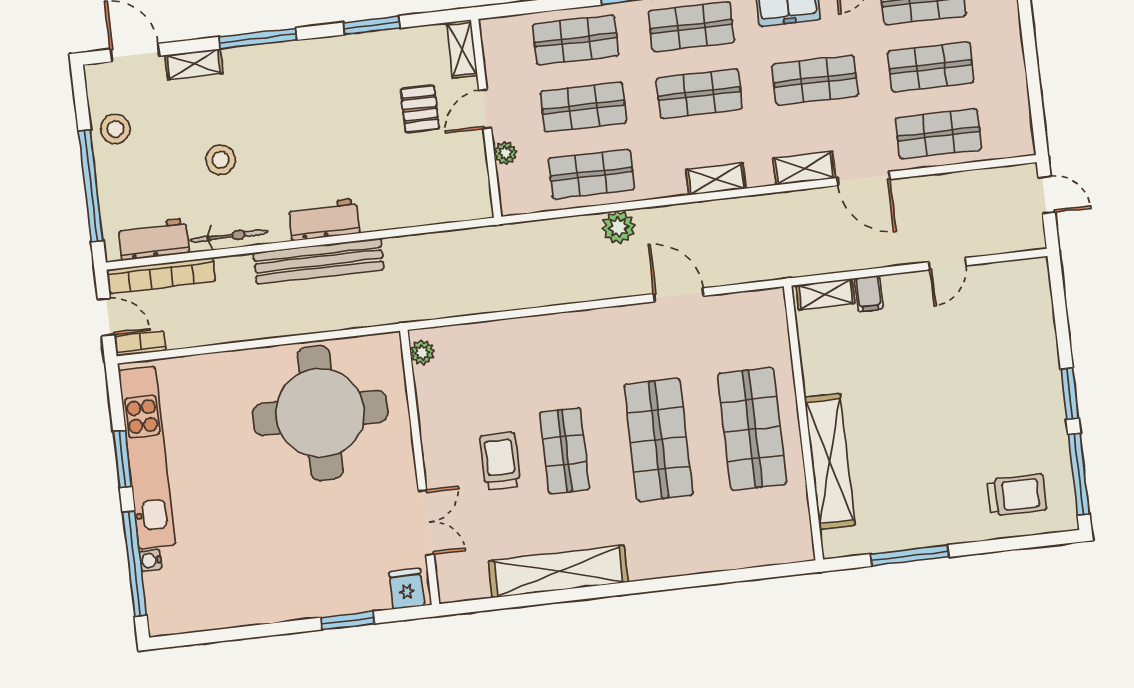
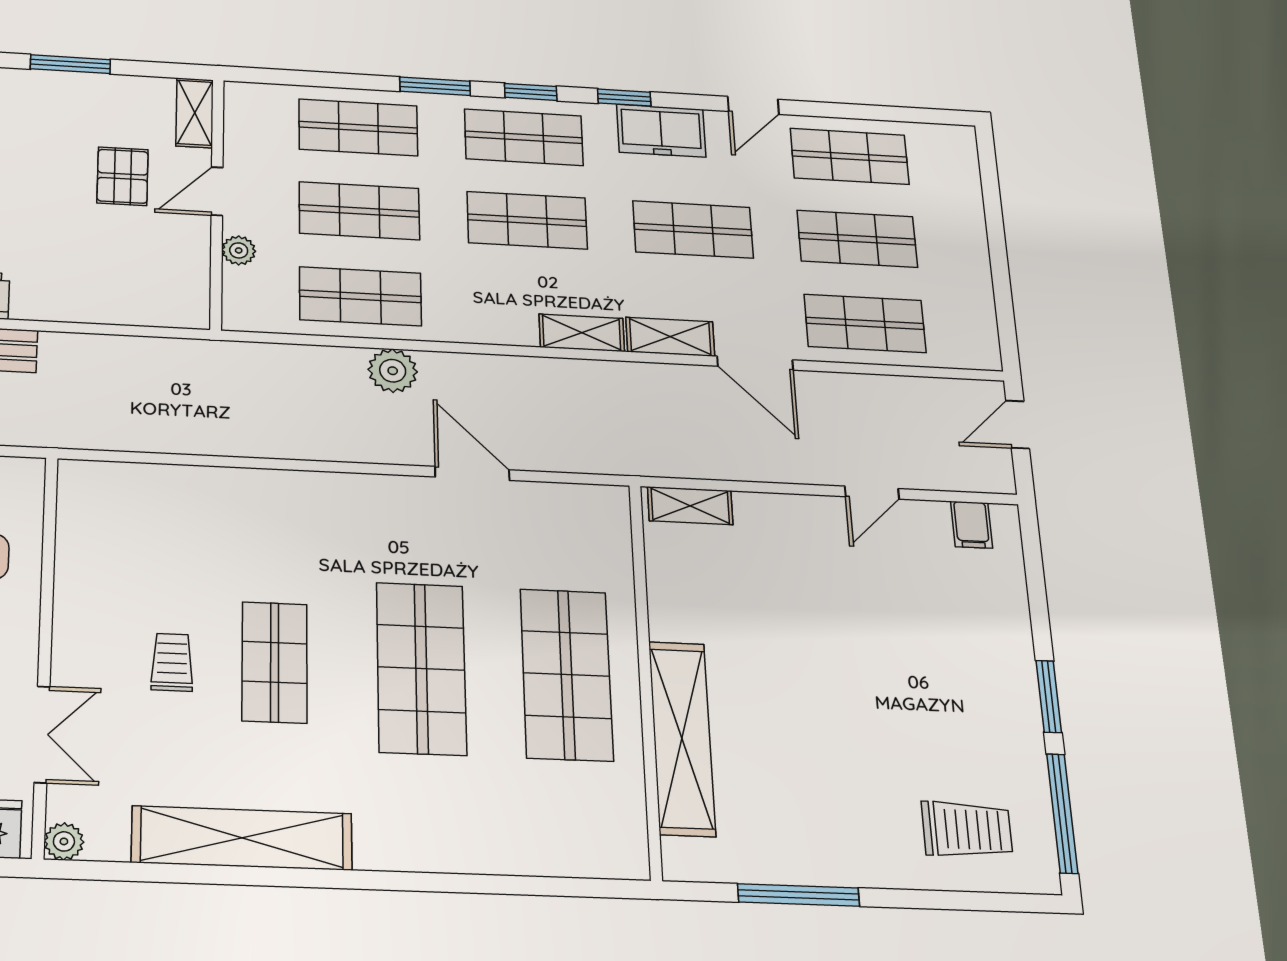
shelving: (716, 179) -> (582, 333), moved
door: (1047, 195) -> (1018, 425), swing flipped
filing cabinet: (869, 294) -> (972, 525), moved
plant: (422, 352) -> (64, 841), moved
trolley: (500, 461) -> (172, 662), width x0.73, depth x0.72

